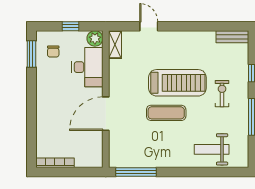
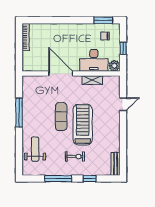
shelving: (115, 45) -> (92, 80), moved
treadmill: (177, 83) -> (83, 125), turned 180
window: (136, 172) -> (19, 113), moved

